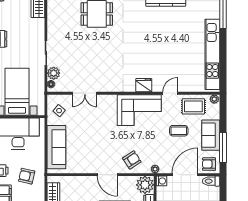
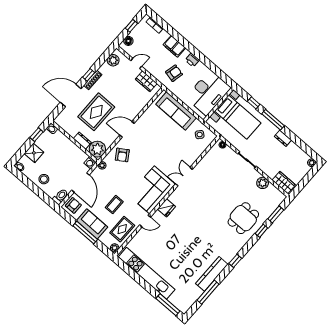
plant: (54, 73) -> (263, 183), moved
double door: (85, 93) -> (184, 177), moved
door: (170, 93) -> (145, 221), hinge flipped
window: (223, 147) -> (85, 233), moved

